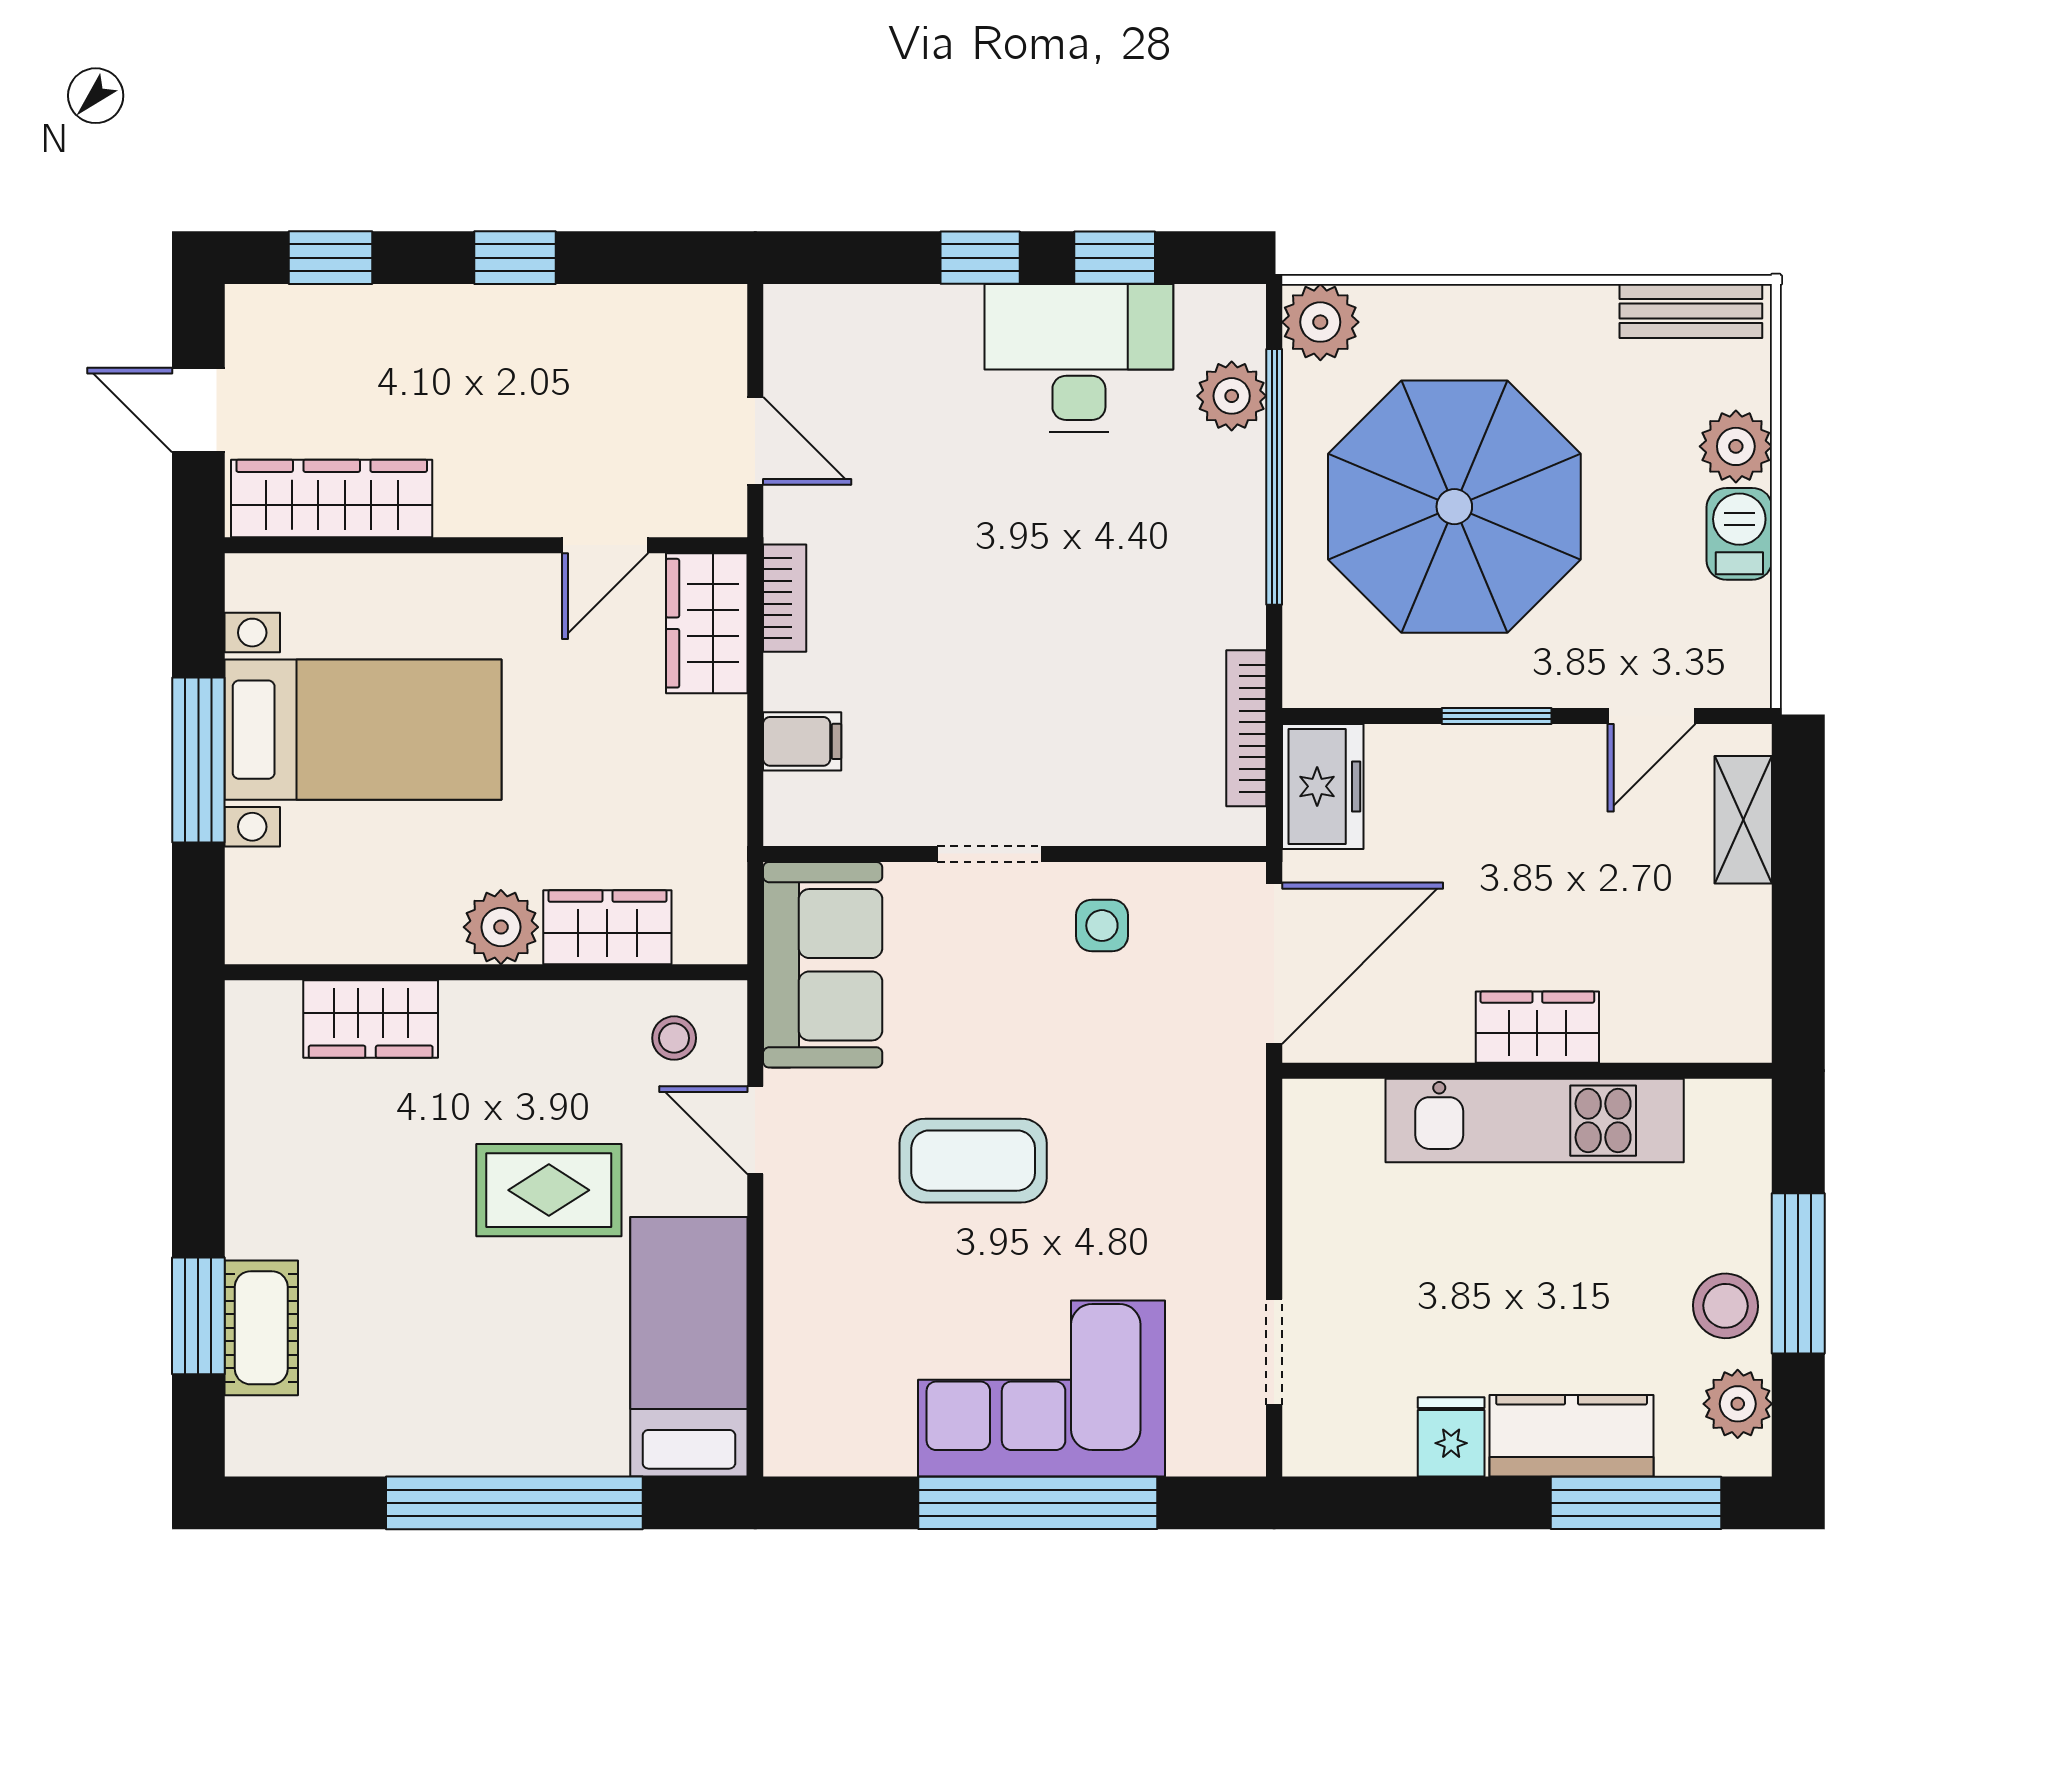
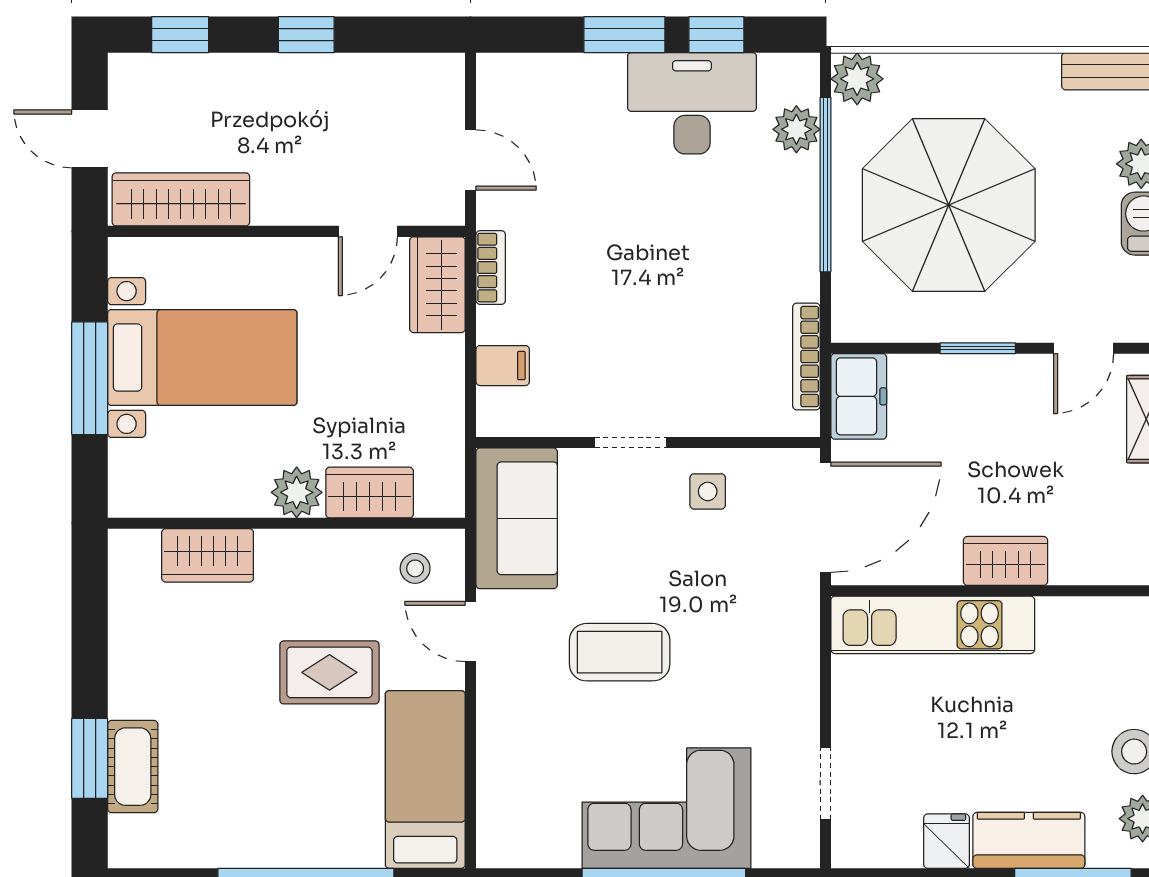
window: (980, 258) -> (624, 35), width x1.50
kitchen unit: (1535, 1121) -> (933, 625), moved

